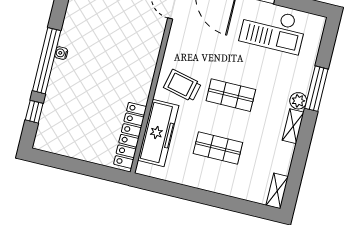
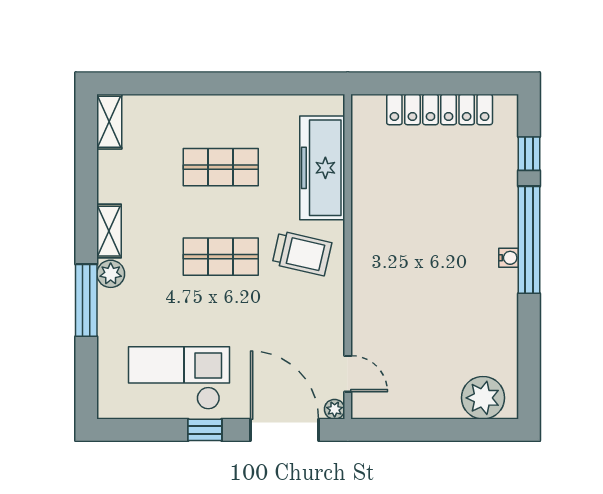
locker: (130, 135) -> (440, 109), moved, turned 90

